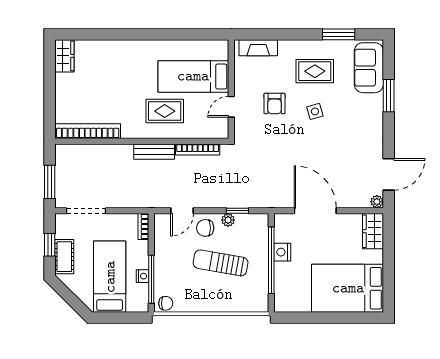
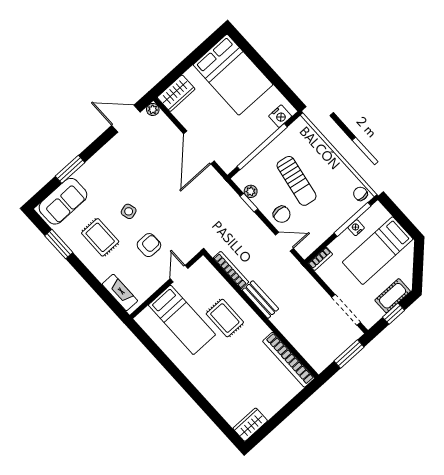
door: (231, 107) -> (179, 274), swing flipped
plant: (228, 220) -> (251, 191), moved
nightstand: (282, 252) -> (280, 116), moved

